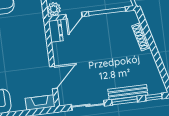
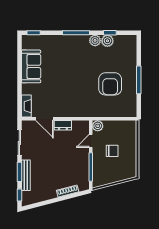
door: (74, 15) -> (91, 141), hinge flipped
dresser: (56, 31) -> (63, 125), moved

